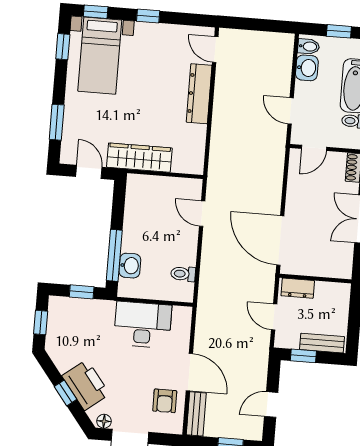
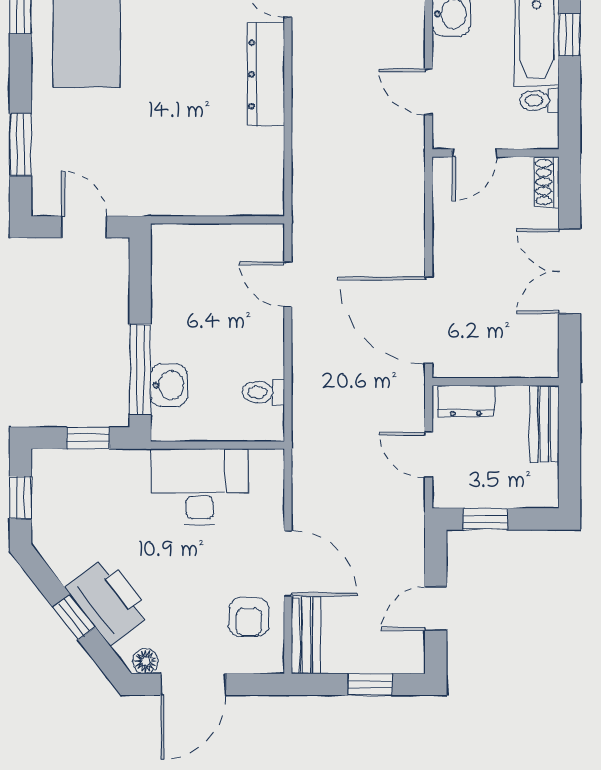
wardrobe: (139, 158) -> (170, 195), removed
bench: (322, 343) -> (544, 424), moved, turned 90

